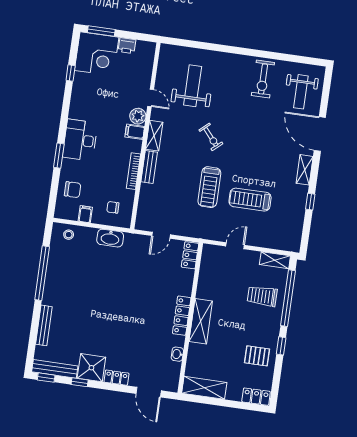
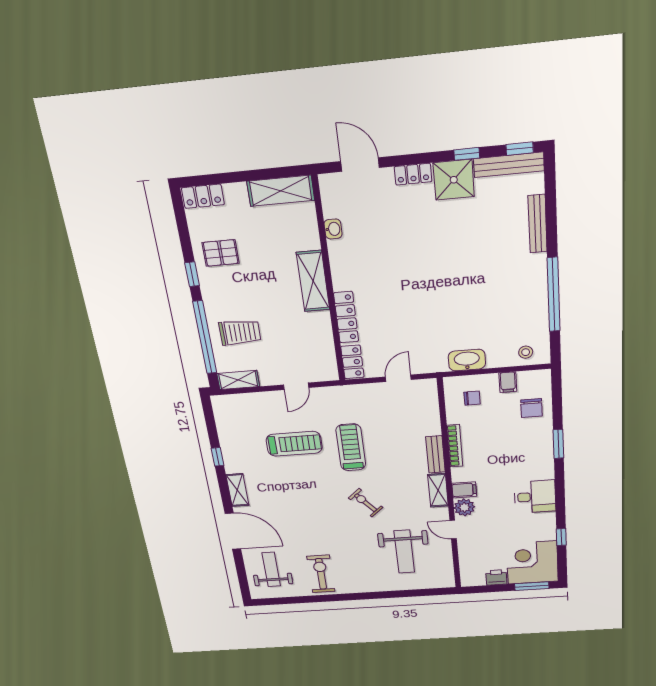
desk: (80, 140) -> (535, 497), moved, width x0.73
chair: (73, 190) -> (531, 408), turned -90
locker: (182, 316) -> (346, 317), moved

